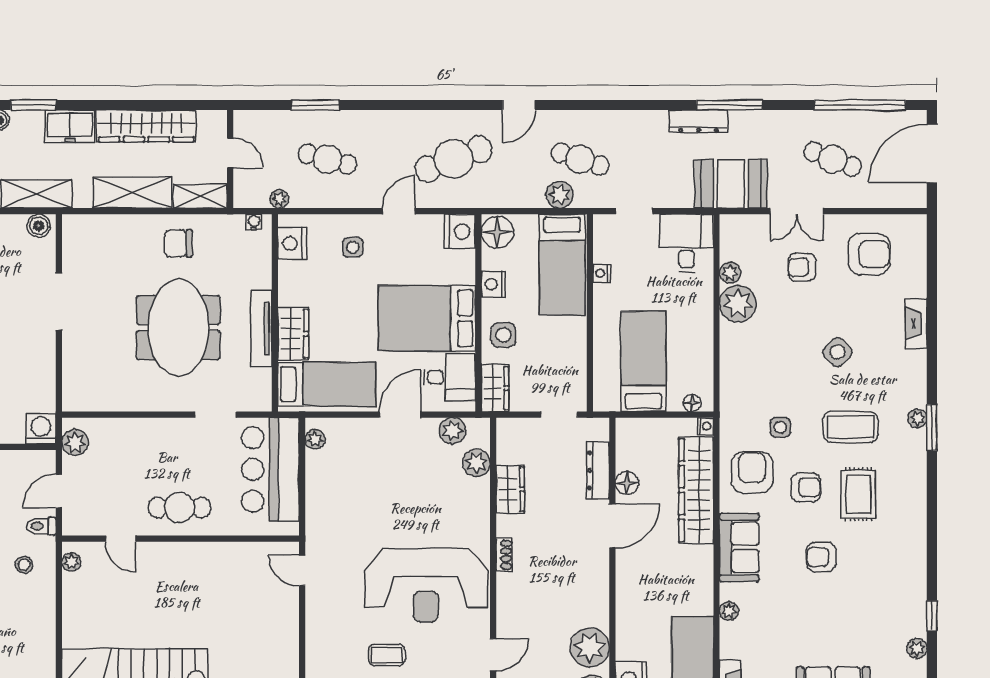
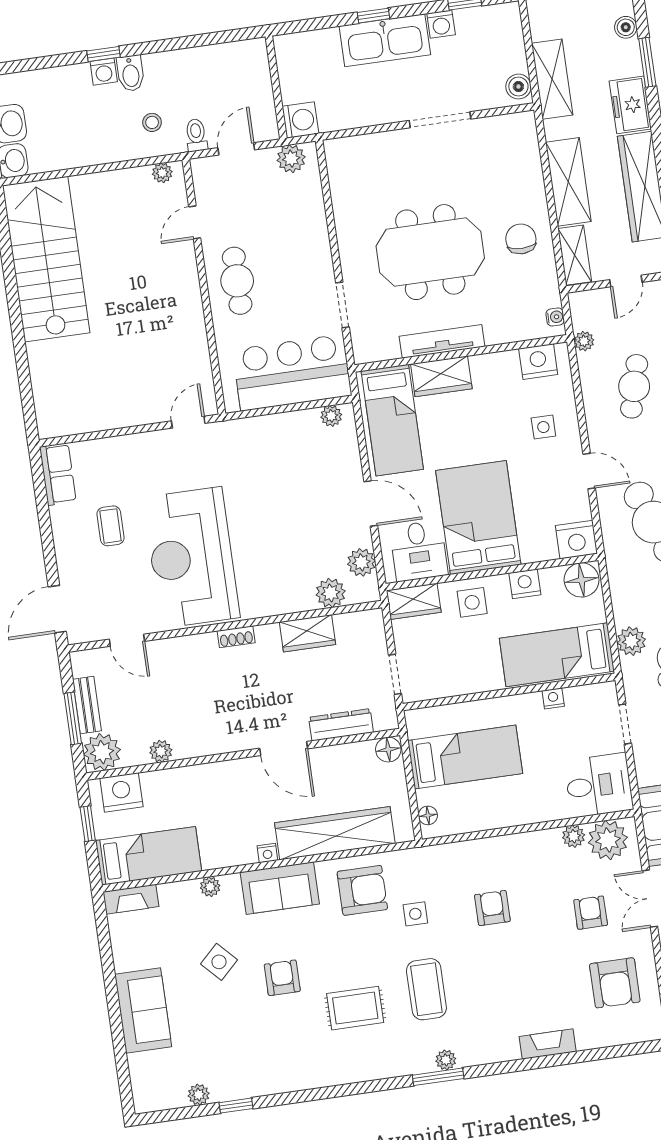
plant: (738, 304) -> (608, 840), moved
side table: (837, 352) -> (219, 962), moved
nightstand: (705, 426) -> (267, 853), moved
floor lamp: (627, 483) -> (388, 750), moved
armchair: (806, 487) -> (492, 908), moved, turned 180
door: (59, 491) -> (236, 149), hinge flipped
plant: (590, 648) -> (161, 751), width x0.53, depth x0.53

